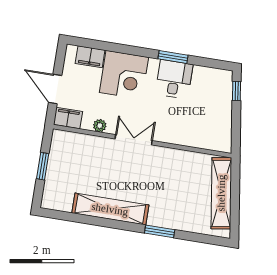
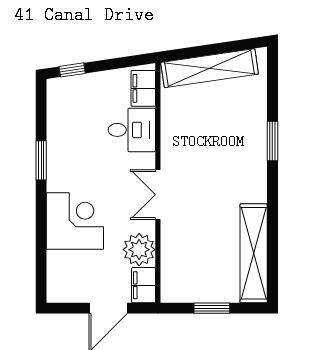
filing cabinet: (90, 57) -> (143, 88), moved, turned 180
desk: (174, 79) -> (132, 130), moved, turned 180
plant: (100, 126) -> (139, 250), width x1.87, depth x1.87
shelving: (110, 209) -> (254, 253), moved

